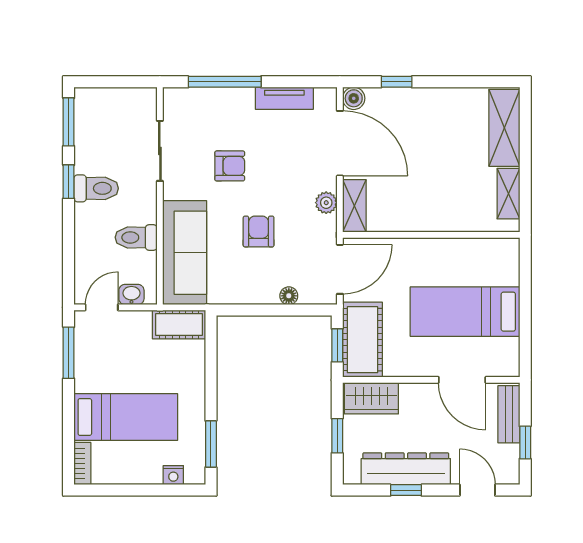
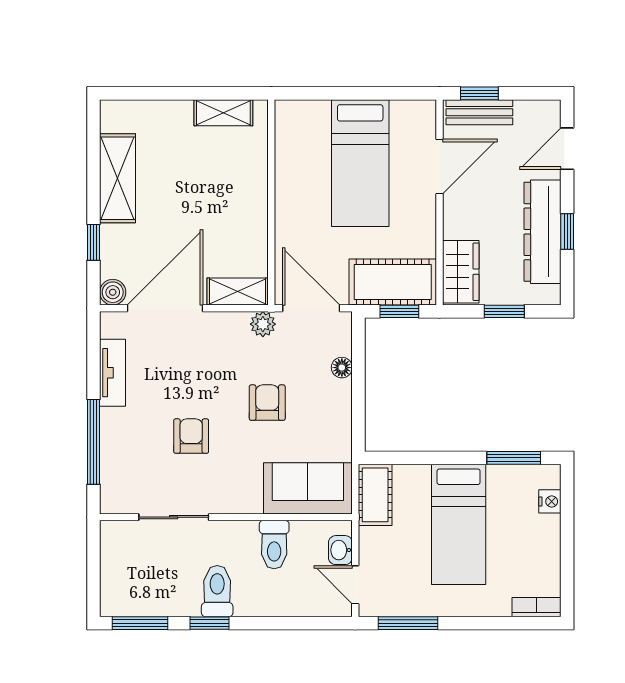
shelving: (504, 128) -> (118, 178), moved, turned 90
plant: (326, 203) -> (263, 324), moved
armchair: (259, 232) -> (267, 403), turned 90
sofa: (185, 253) -> (308, 488), width x0.73
bed: (126, 417) -> (459, 524), moved, turned 180
window: (525, 442) -> (479, 93), moved

